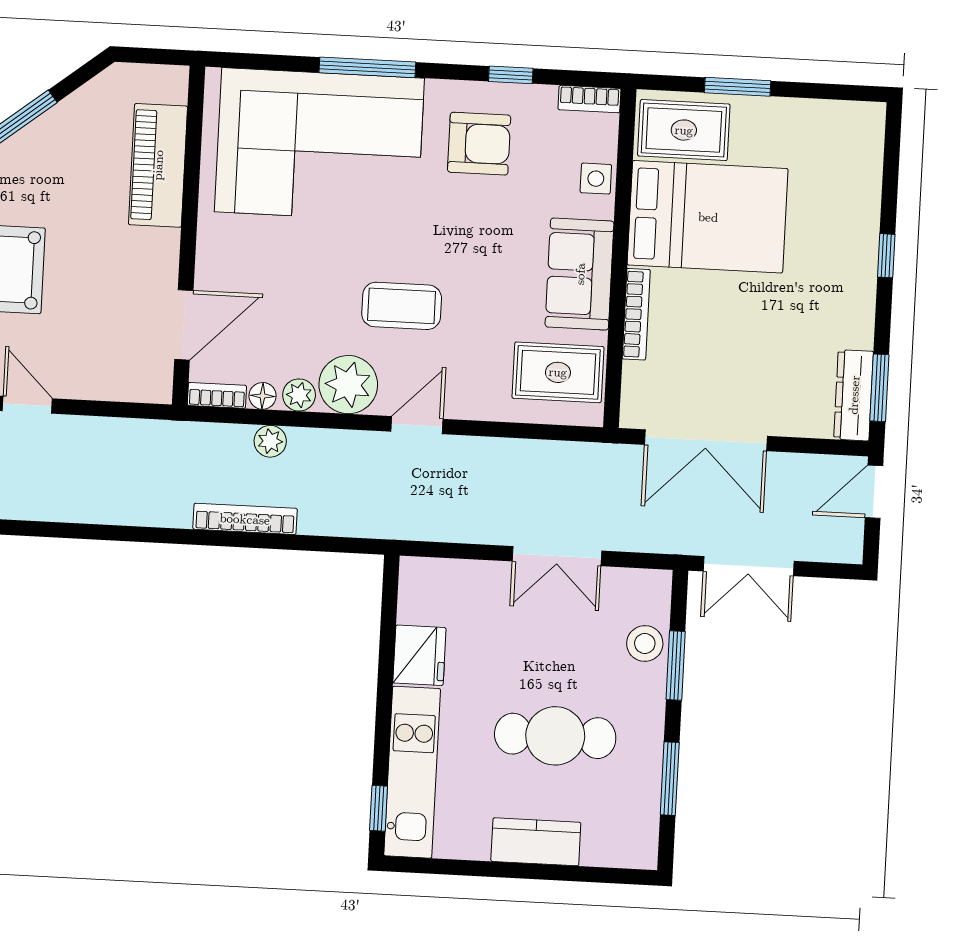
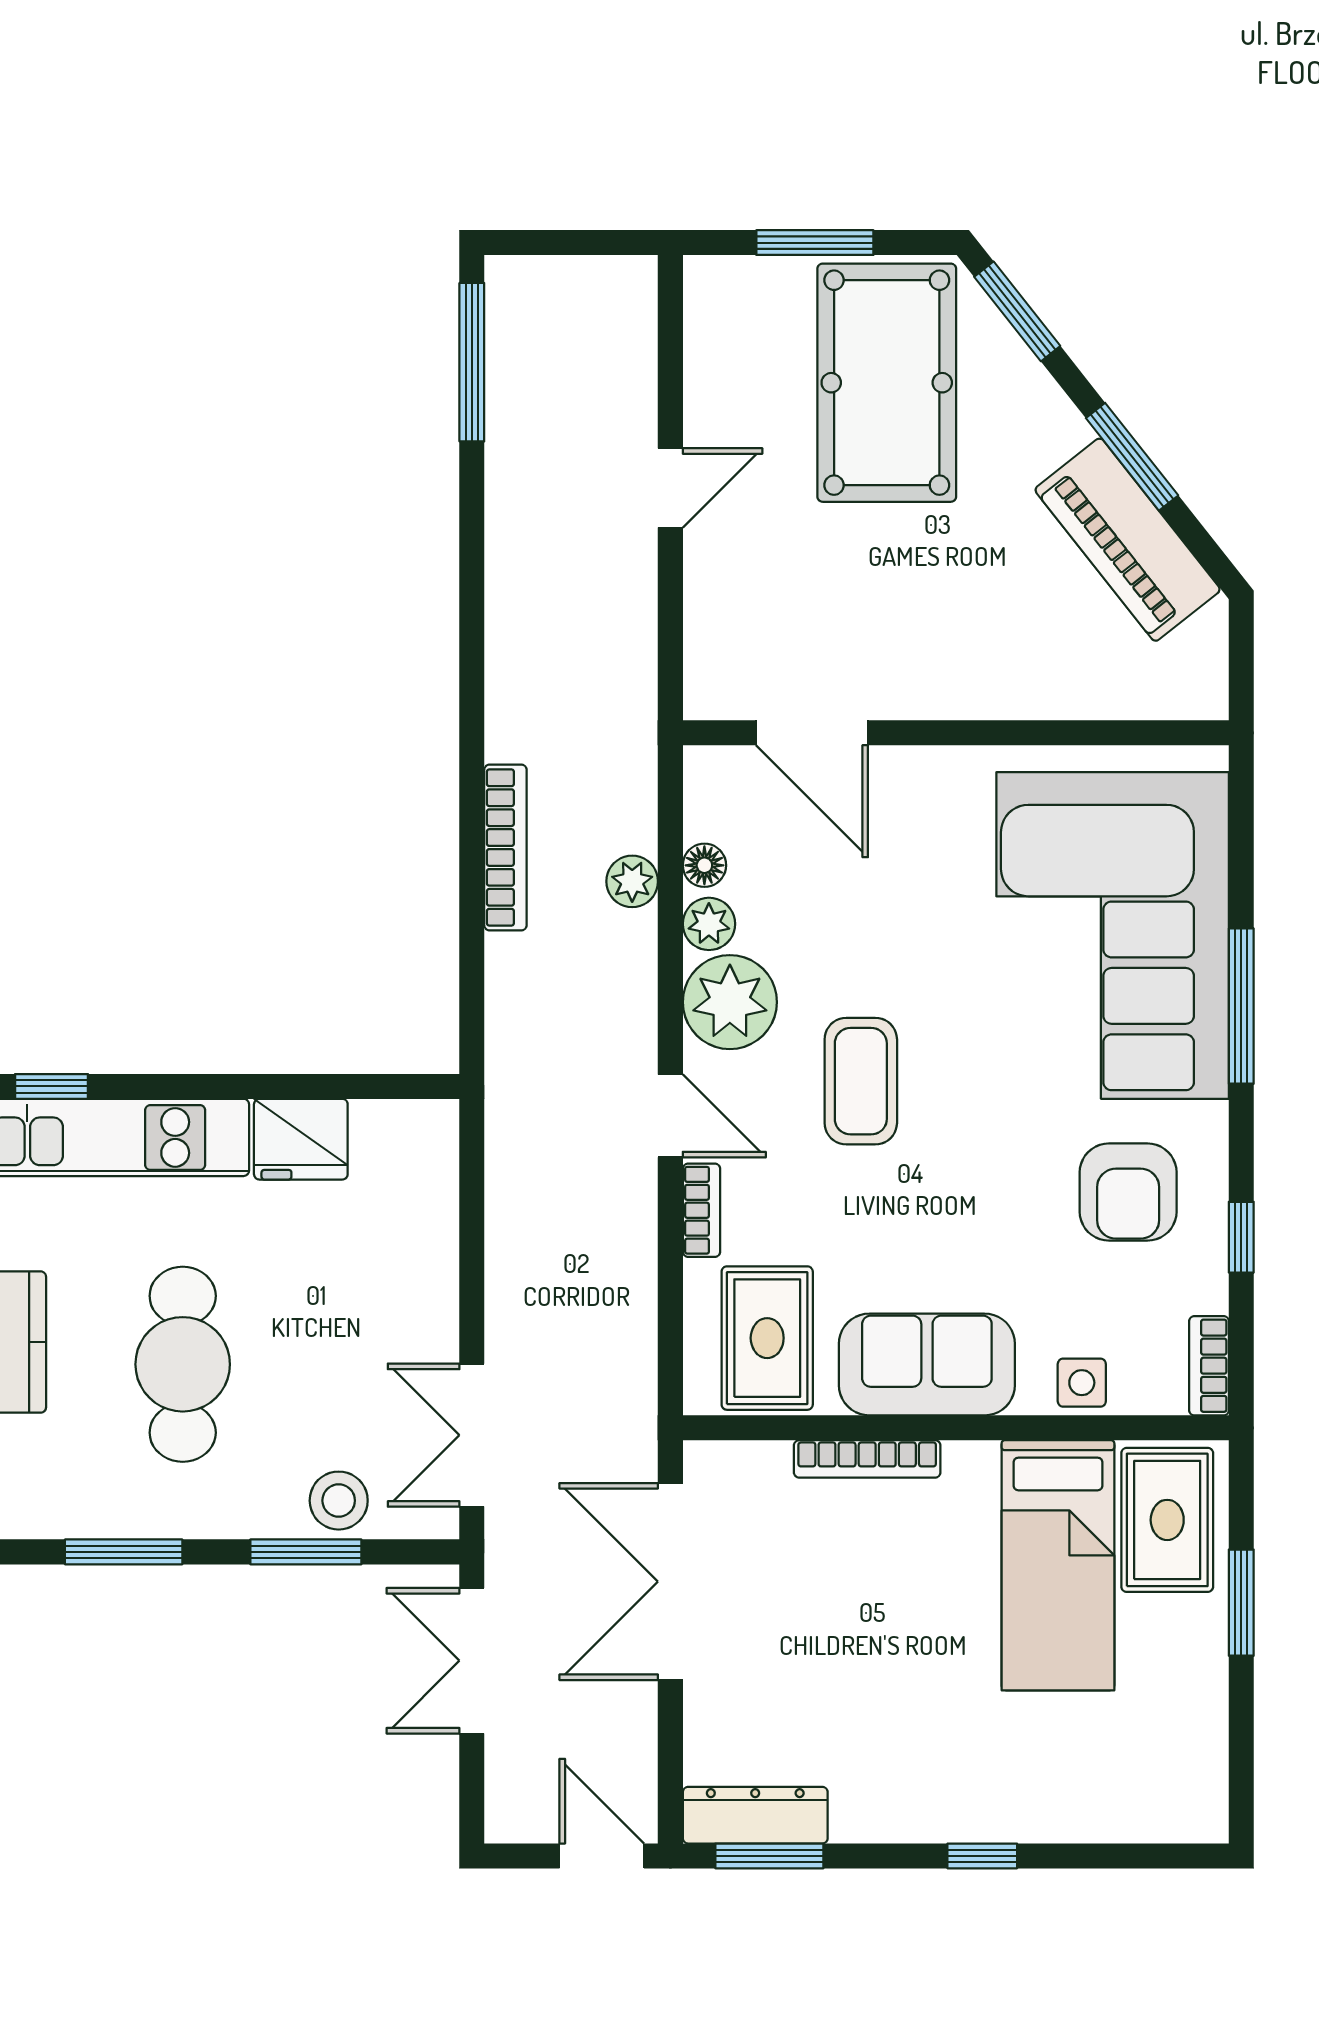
piano: (158, 165) -> (1128, 540), moved, turned -128
bed: (708, 217) -> (1058, 1565), width x0.67
bookcase: (217, 395) -> (701, 1210), moved
double door: (557, 556) -> (472, 1435), moved

